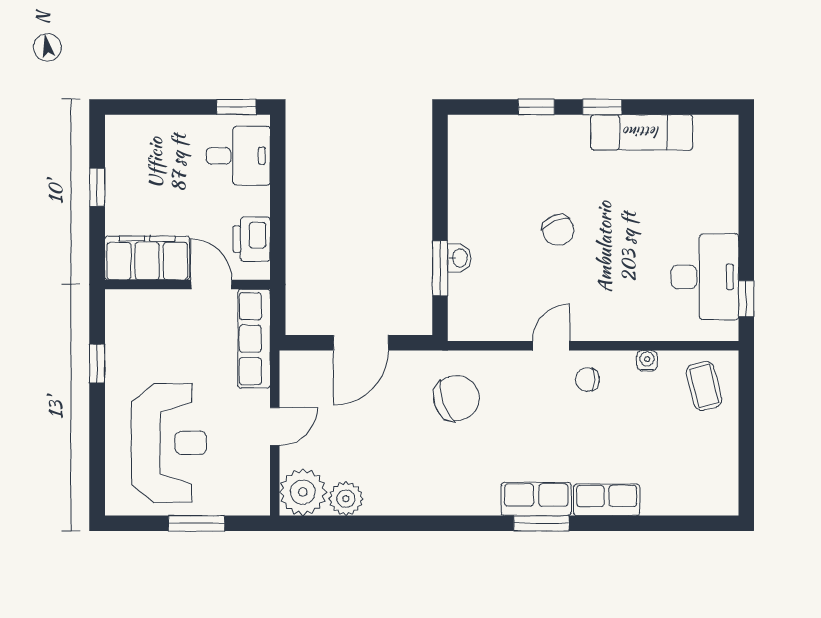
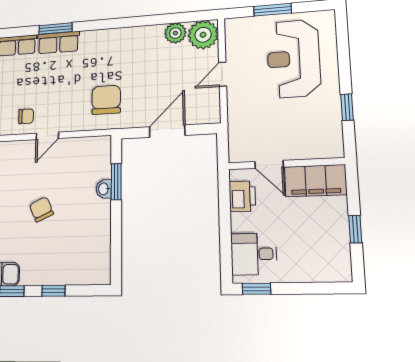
row of seats: (254, 339) -> (238, 130), removed
chair: (456, 398) -> (106, 100), turned 109

